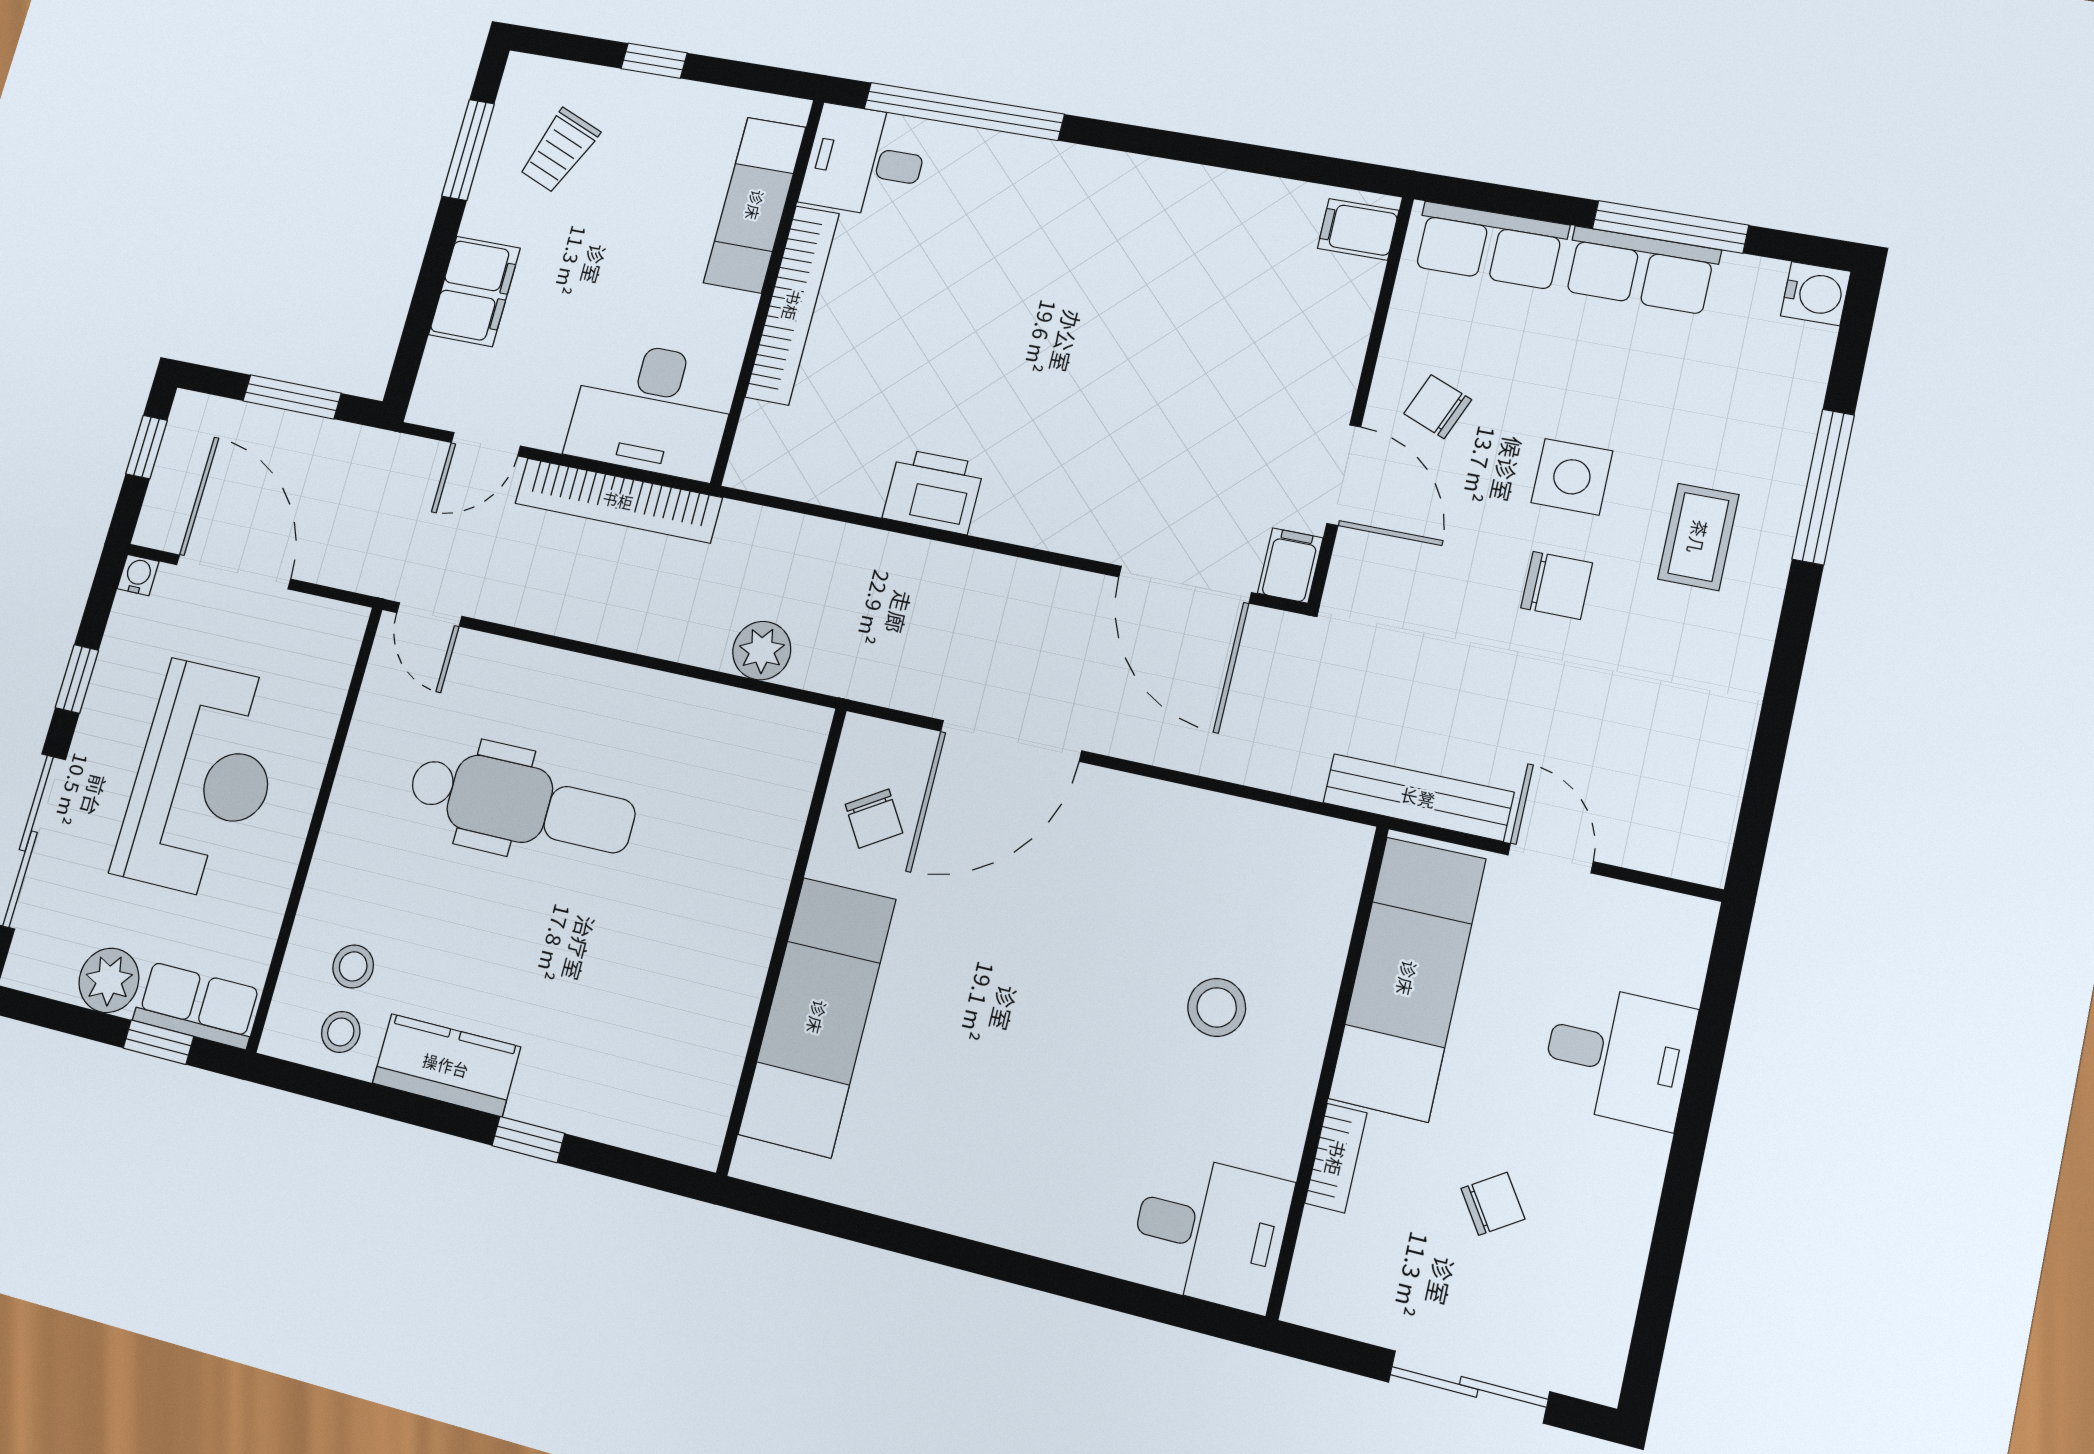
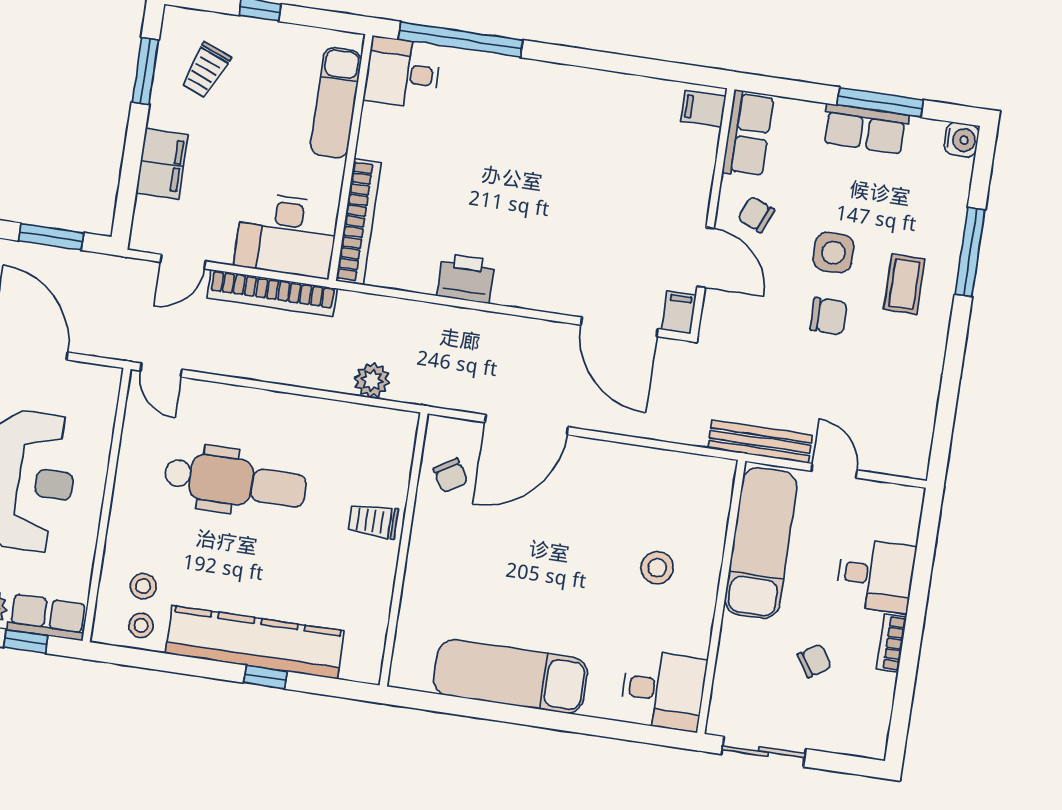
row of seats: (1490, 246) -> (748, 134), moved, turned -90
bookcase: (792, 305) -> (359, 222), moved
trolley: (737, 887) -> (373, 521), added
exam couch: (817, 1017) -> (510, 676), moved, turned -90
kitchen counter: (446, 1065) -> (255, 642), width x2.08, depth x1.17
bookcase: (1336, 1158) -> (891, 643), moved, turned 180
sliding door: (1469, 1387) -> (764, 752), moved

